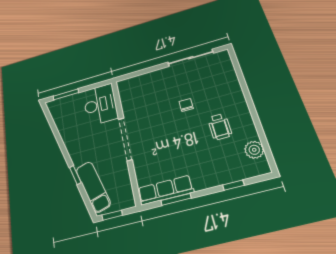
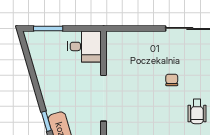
desk: (100, 104) -> (84, 46), width x0.73

